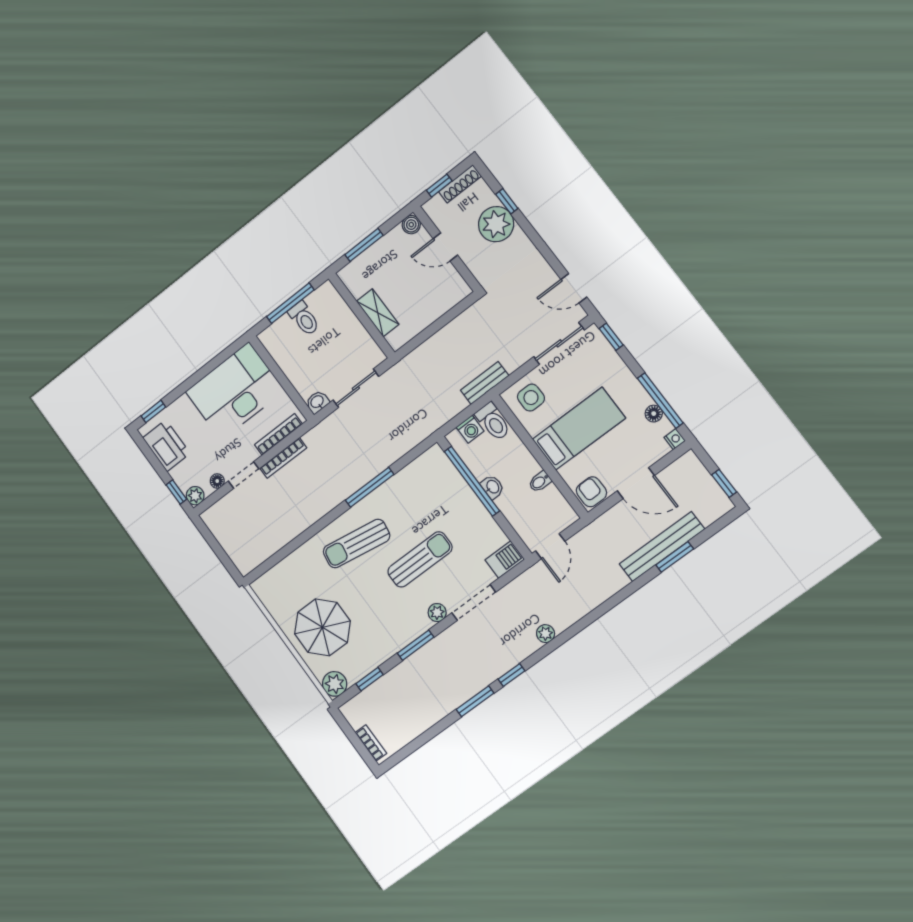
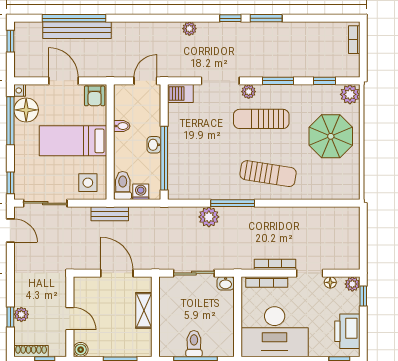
plant: (496, 224) -> (21, 314), width x0.53, depth x0.53
door: (433, 329) -> (117, 273), added
floor lamp: (654, 414) -> (26, 110), width x1.89, depth x1.89
plant: (383, 456) -> (209, 217), added
window: (675, 557) -> (74, 18), width x2.11
sun lounger: (420, 559) -> (261, 119), moved

